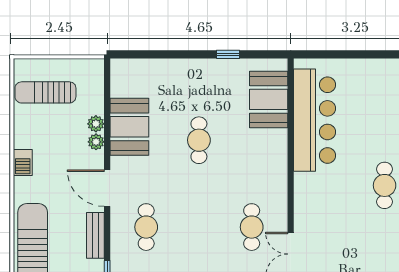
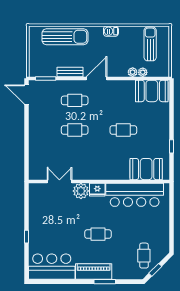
booth: (129, 127) -> (152, 91), moved
plant: (96, 142) -> (143, 72), moved
fridge: (305, 187) -> (97, 190), added
plant: (308, 216) -> (81, 191), added
cafe table: (252, 227) -> (75, 130), moved

